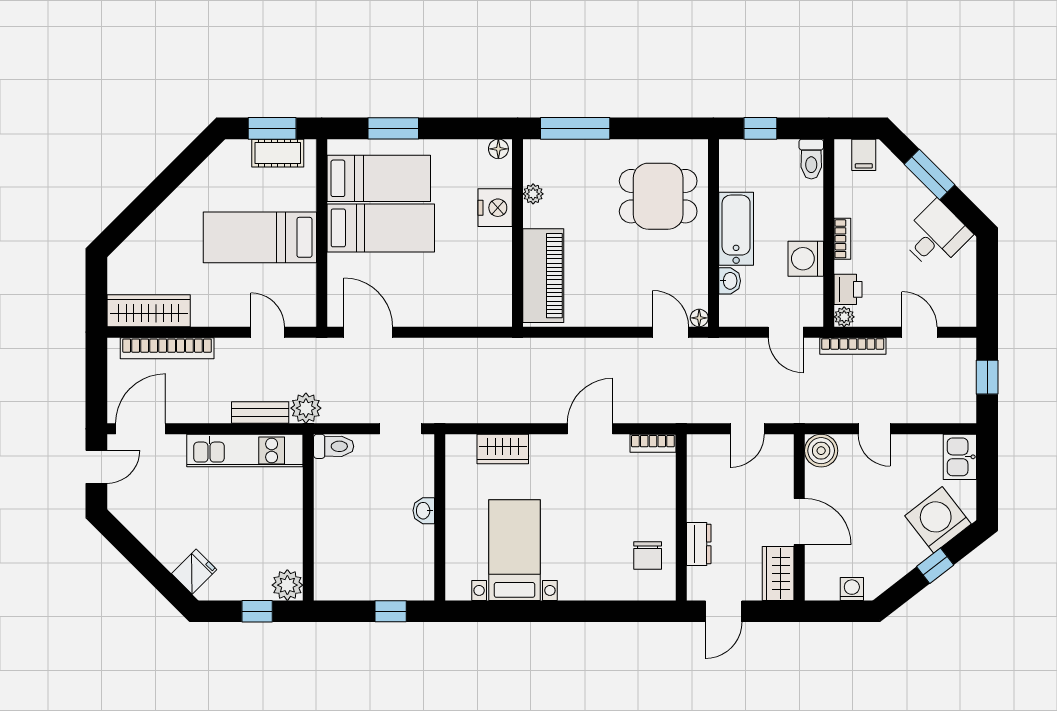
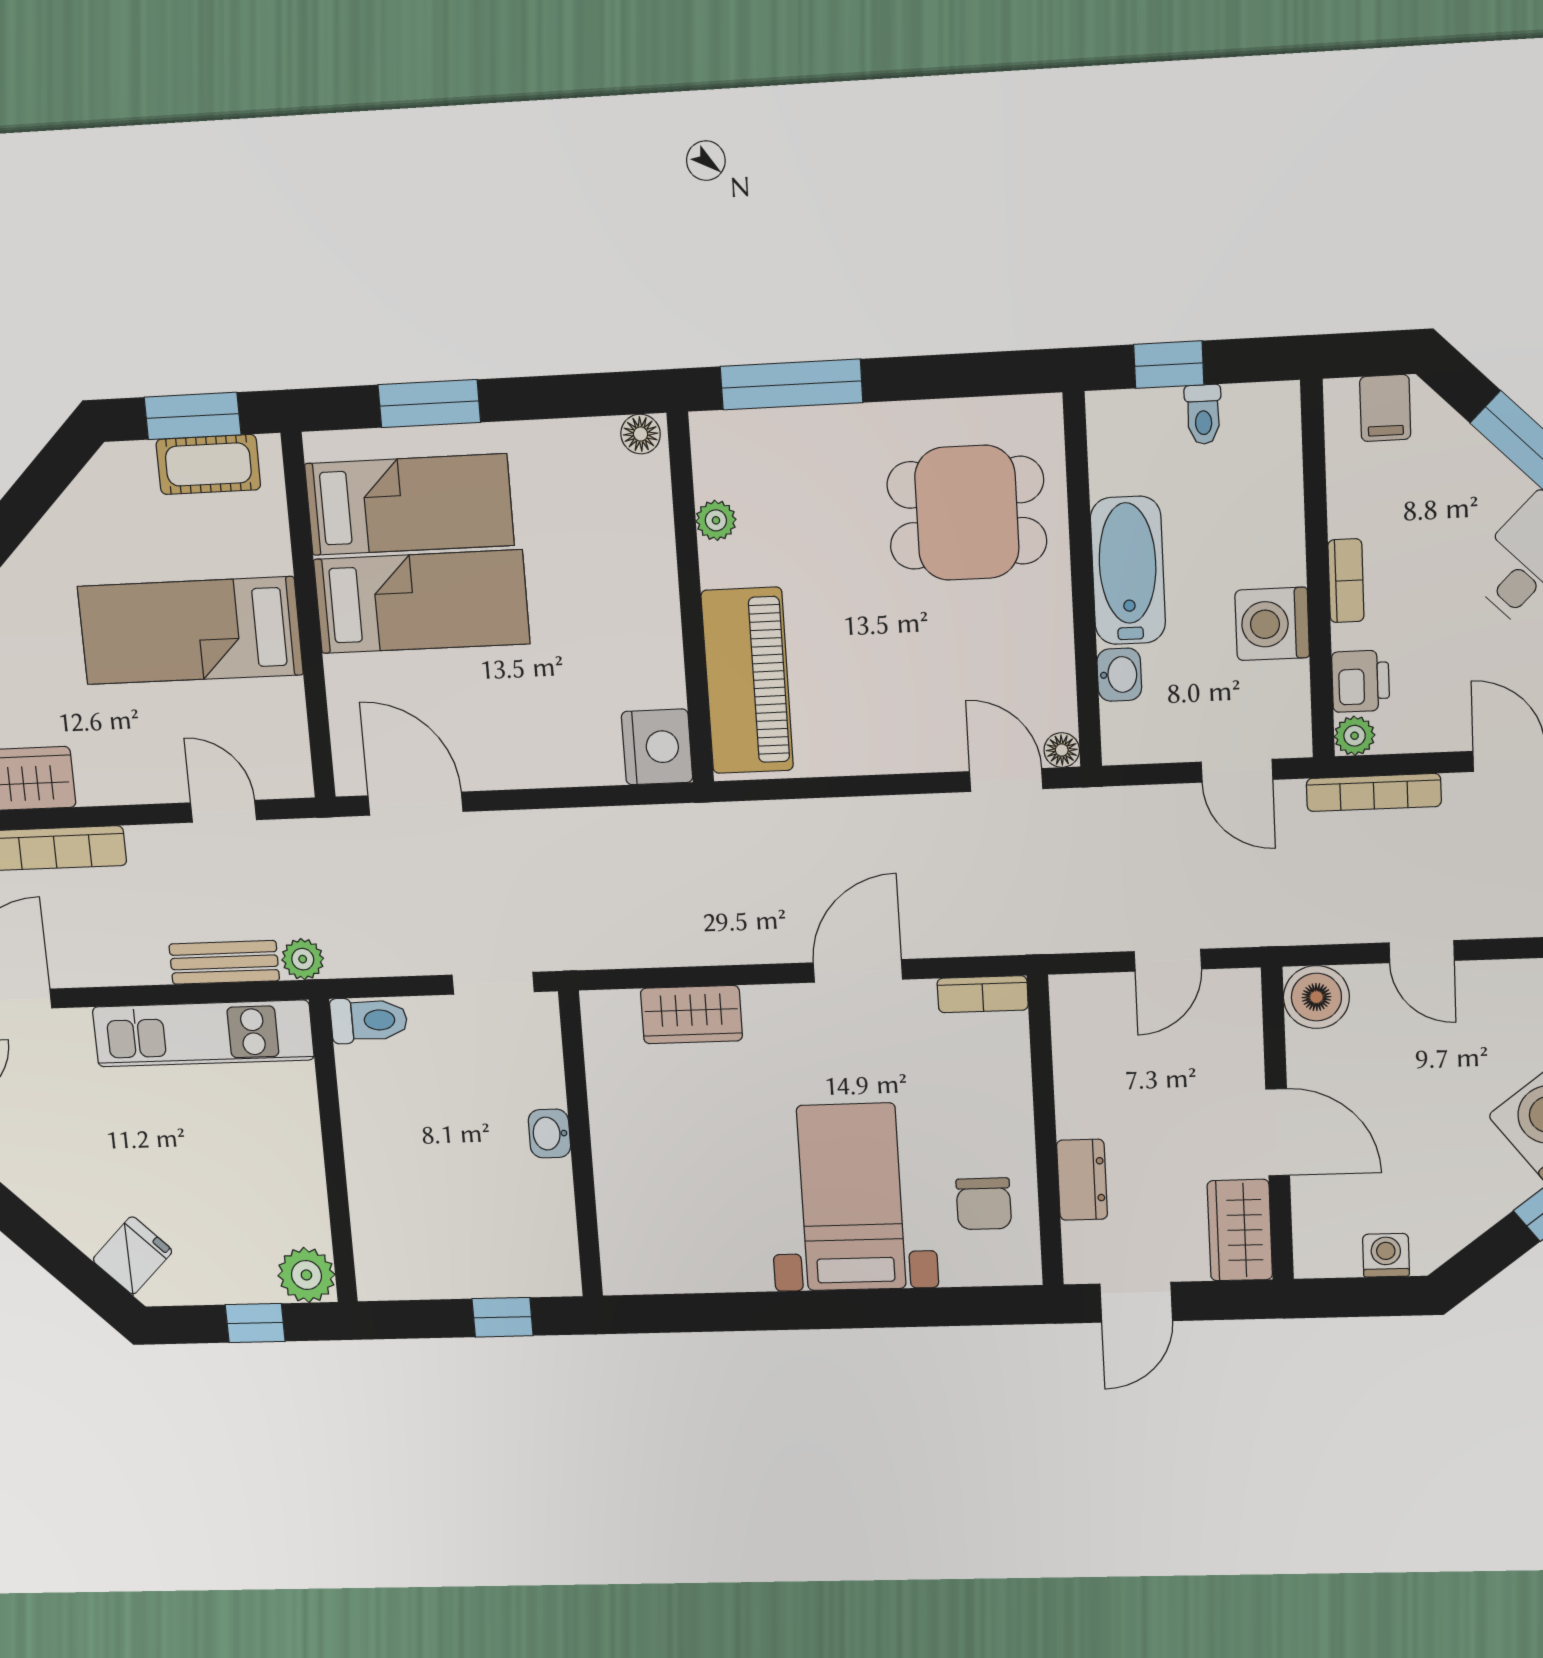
toilet: (811, 159) -> (1203, 414), moved, width x0.73, depth x0.72
nightstand: (495, 208) -> (657, 747), moved
plant: (306, 408) -> (303, 959), width x0.73, depth x0.73
bed with nightstands: (514, 550) -> (851, 1197), moved

